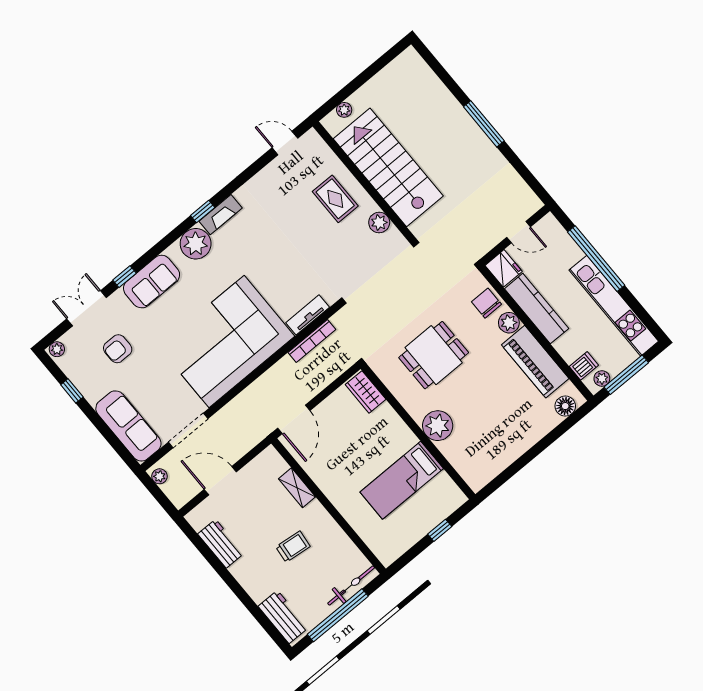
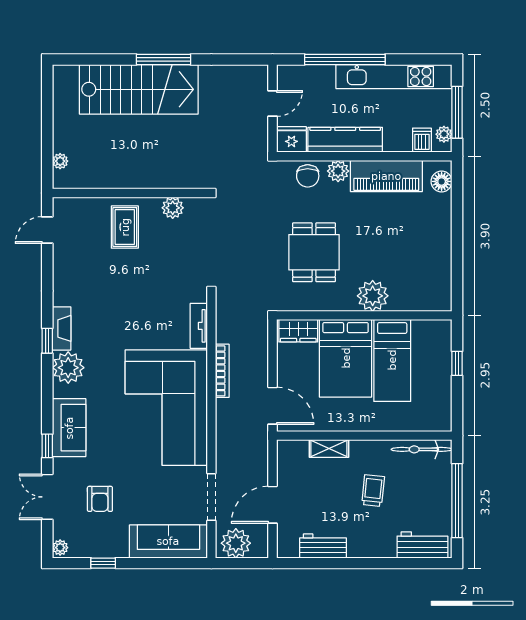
stairs: (388, 167) -> (139, 89), moved, turned 180
rug: (335, 199) -> (125, 227), turned 90
chair: (487, 303) -> (308, 176), turned -90
bookcase: (312, 341) -> (222, 371), moved
bed: (374, 444) -> (346, 358), added
plant: (159, 476) -> (236, 543), width x1.88, depth x1.88
bicycle: (351, 585) -> (422, 449), moved, turned -90

